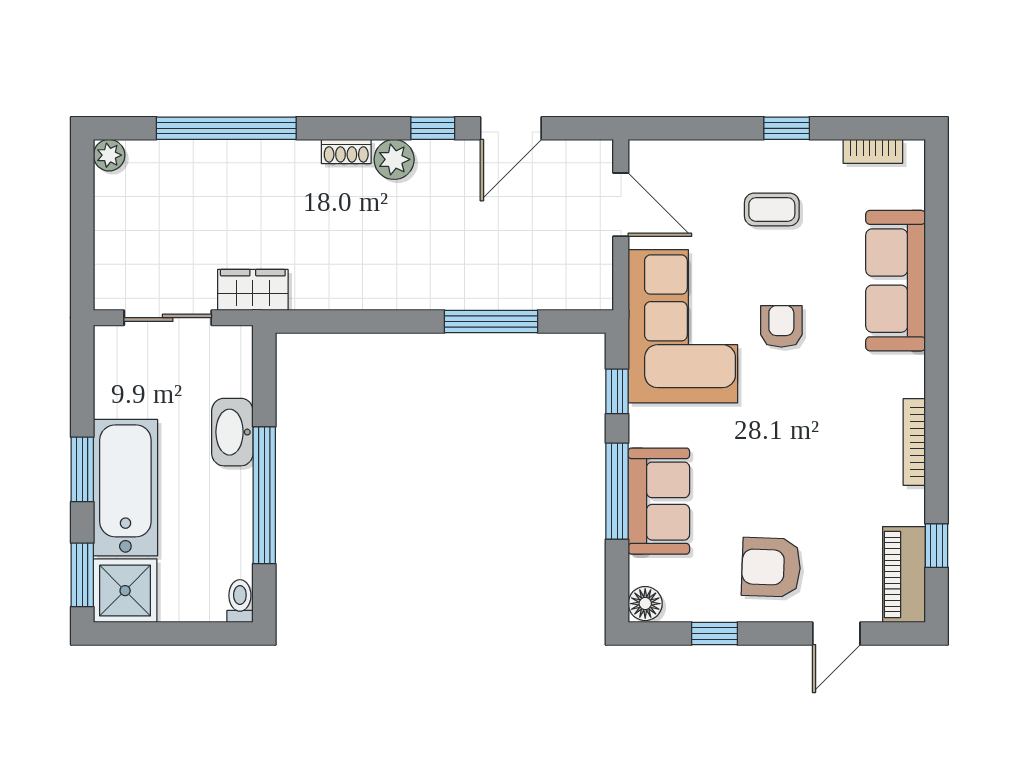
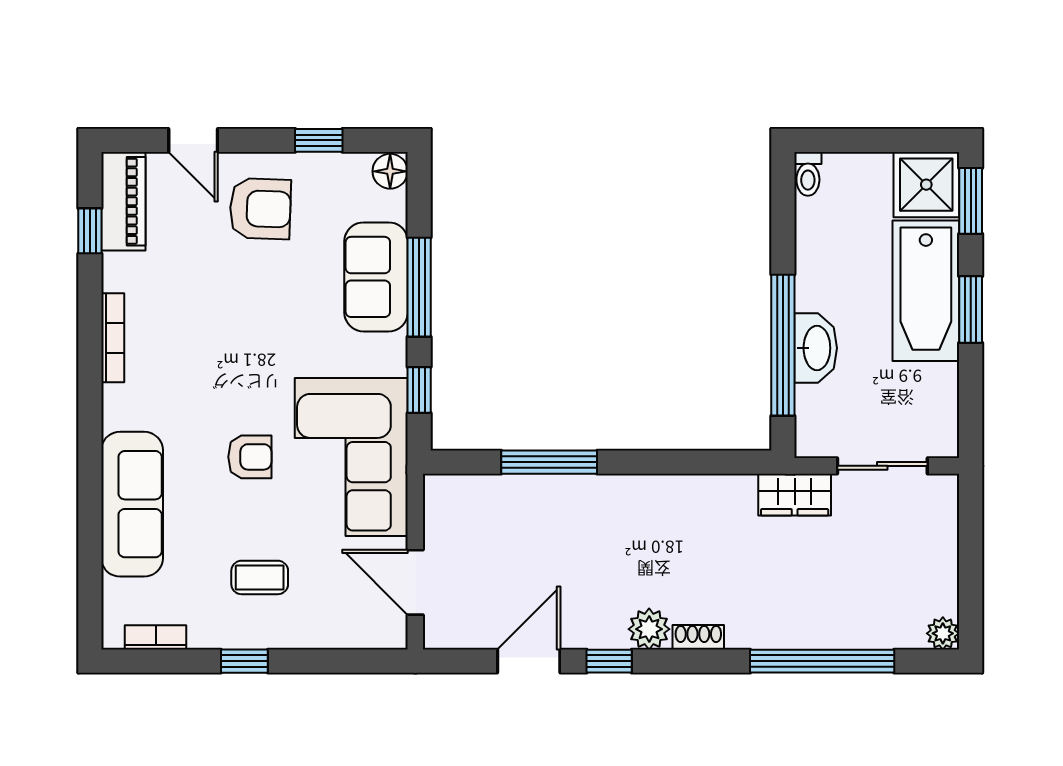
armchair: (781, 326) -> (250, 457), turned -90
window: (264, 495) -> (783, 345), moved
door: (836, 633) -> (193, 140), swing flipped

